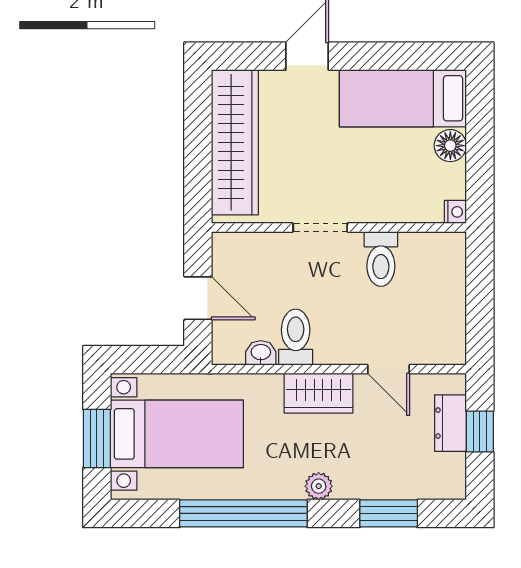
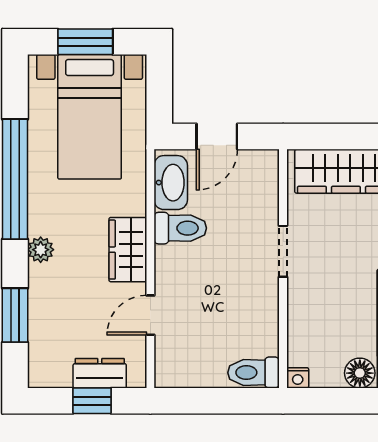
toilet: (381, 259) -> (254, 373), moved
washbasin: (261, 353) -> (171, 183), width x1.91, depth x1.45

